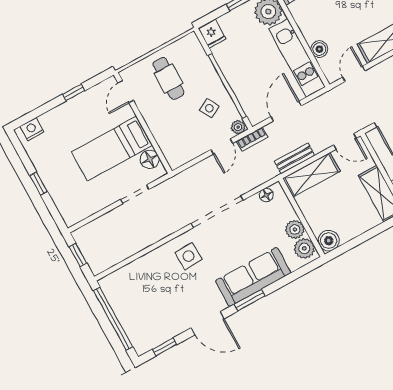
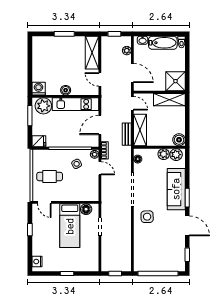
boiler: (319, 49) -> (66, 90), moved
door: (286, 111) -> (100, 125), hinge flipped
door: (345, 142) -> (132, 103), hinge flipped
door: (208, 323) -> (187, 226), hinge flipped

